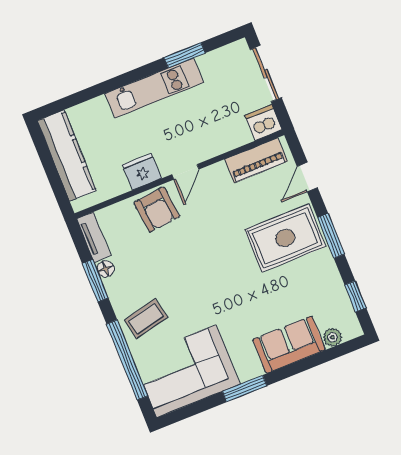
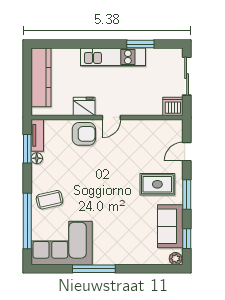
piano: (256, 160) -> (159, 128), removed
armchair: (157, 209) -> (84, 134), turned -84
rug: (285, 238) -> (157, 184), width x0.73, depth x0.70
window: (95, 281) -> (27, 149), moved
plant: (332, 337) -> (176, 259), moved
sofa: (289, 345) -> (170, 226), moved, turned -90
window: (245, 389) -> (94, 269), width x1.44

